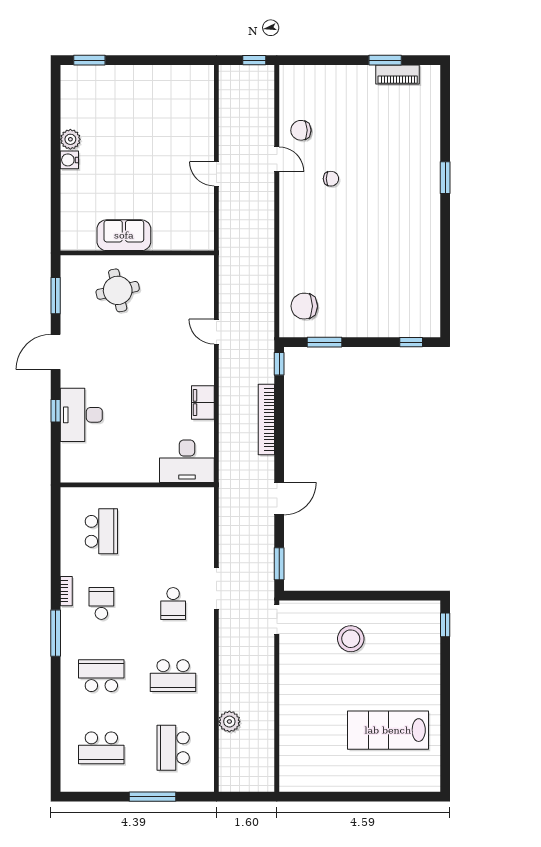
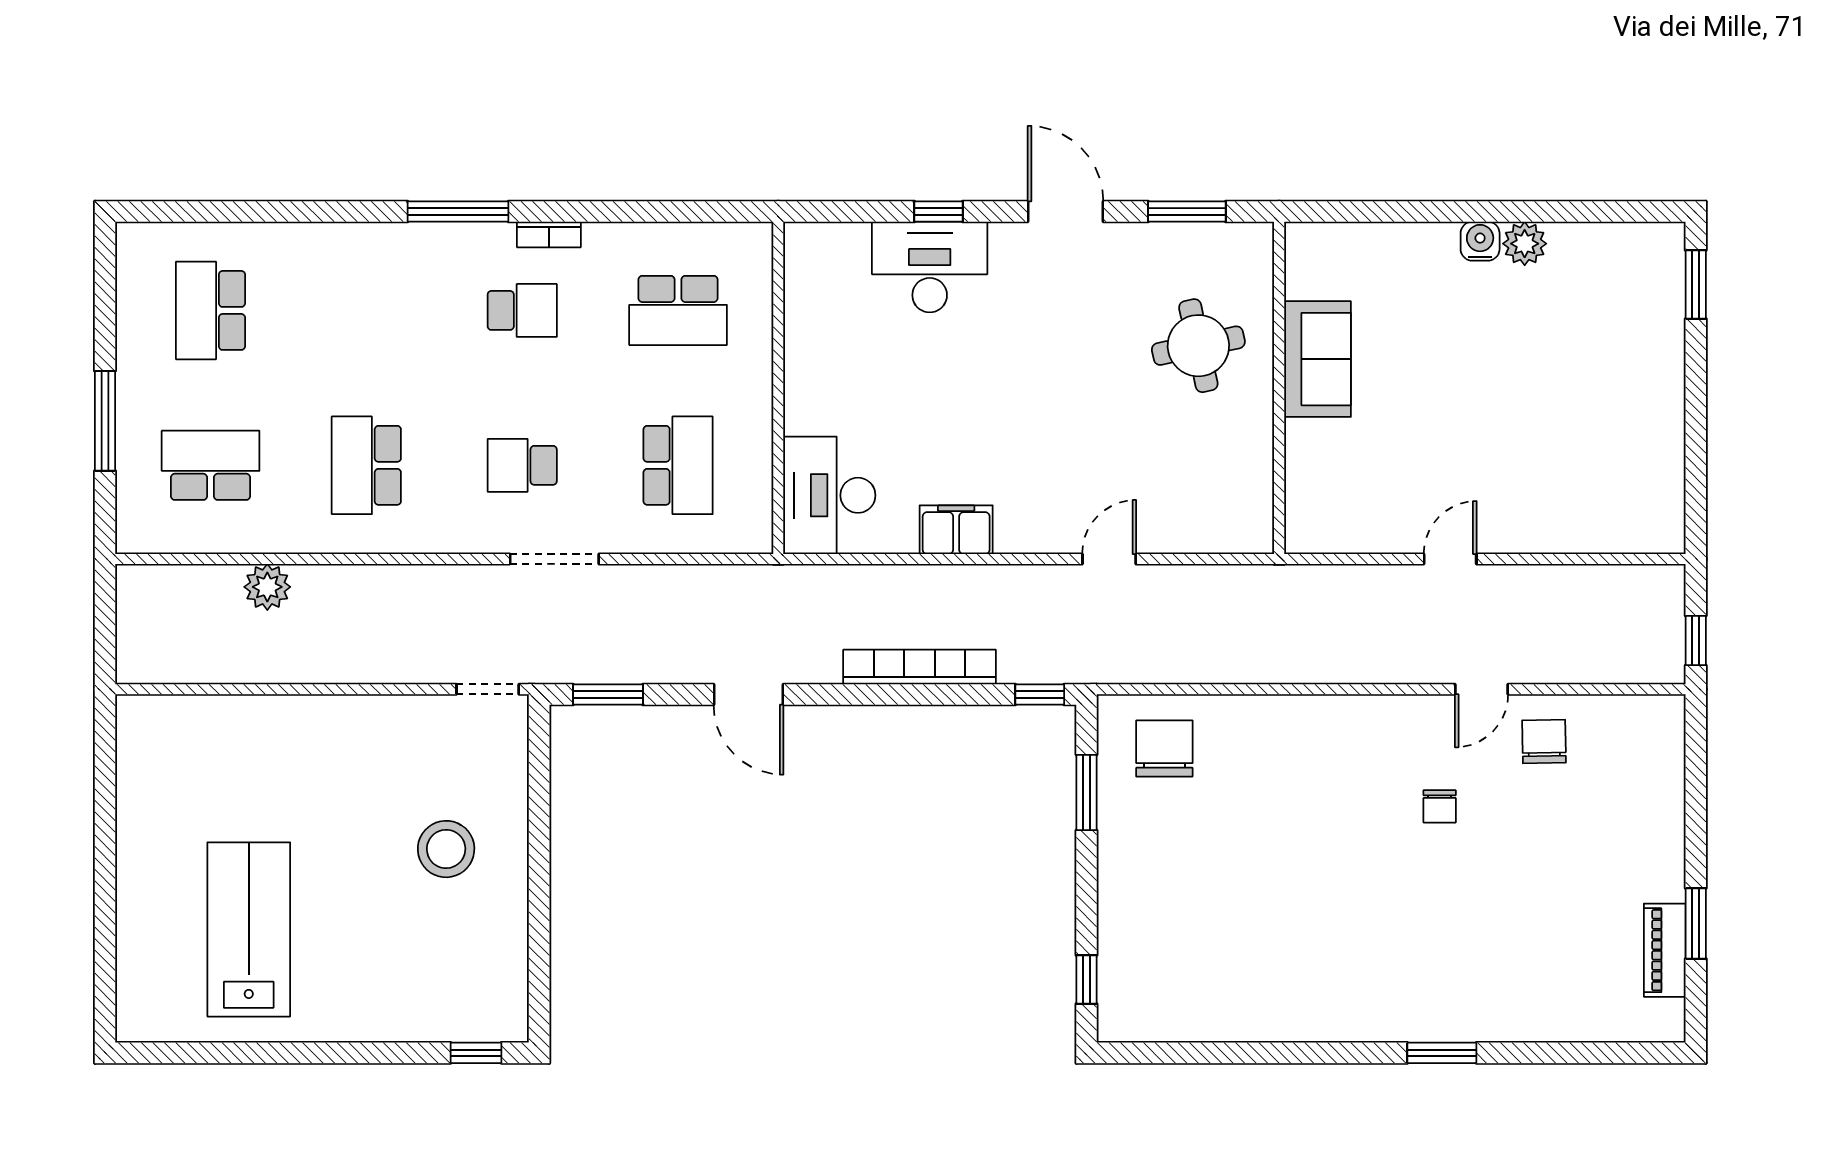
school desk: (101, 676) -> (678, 465), moved

